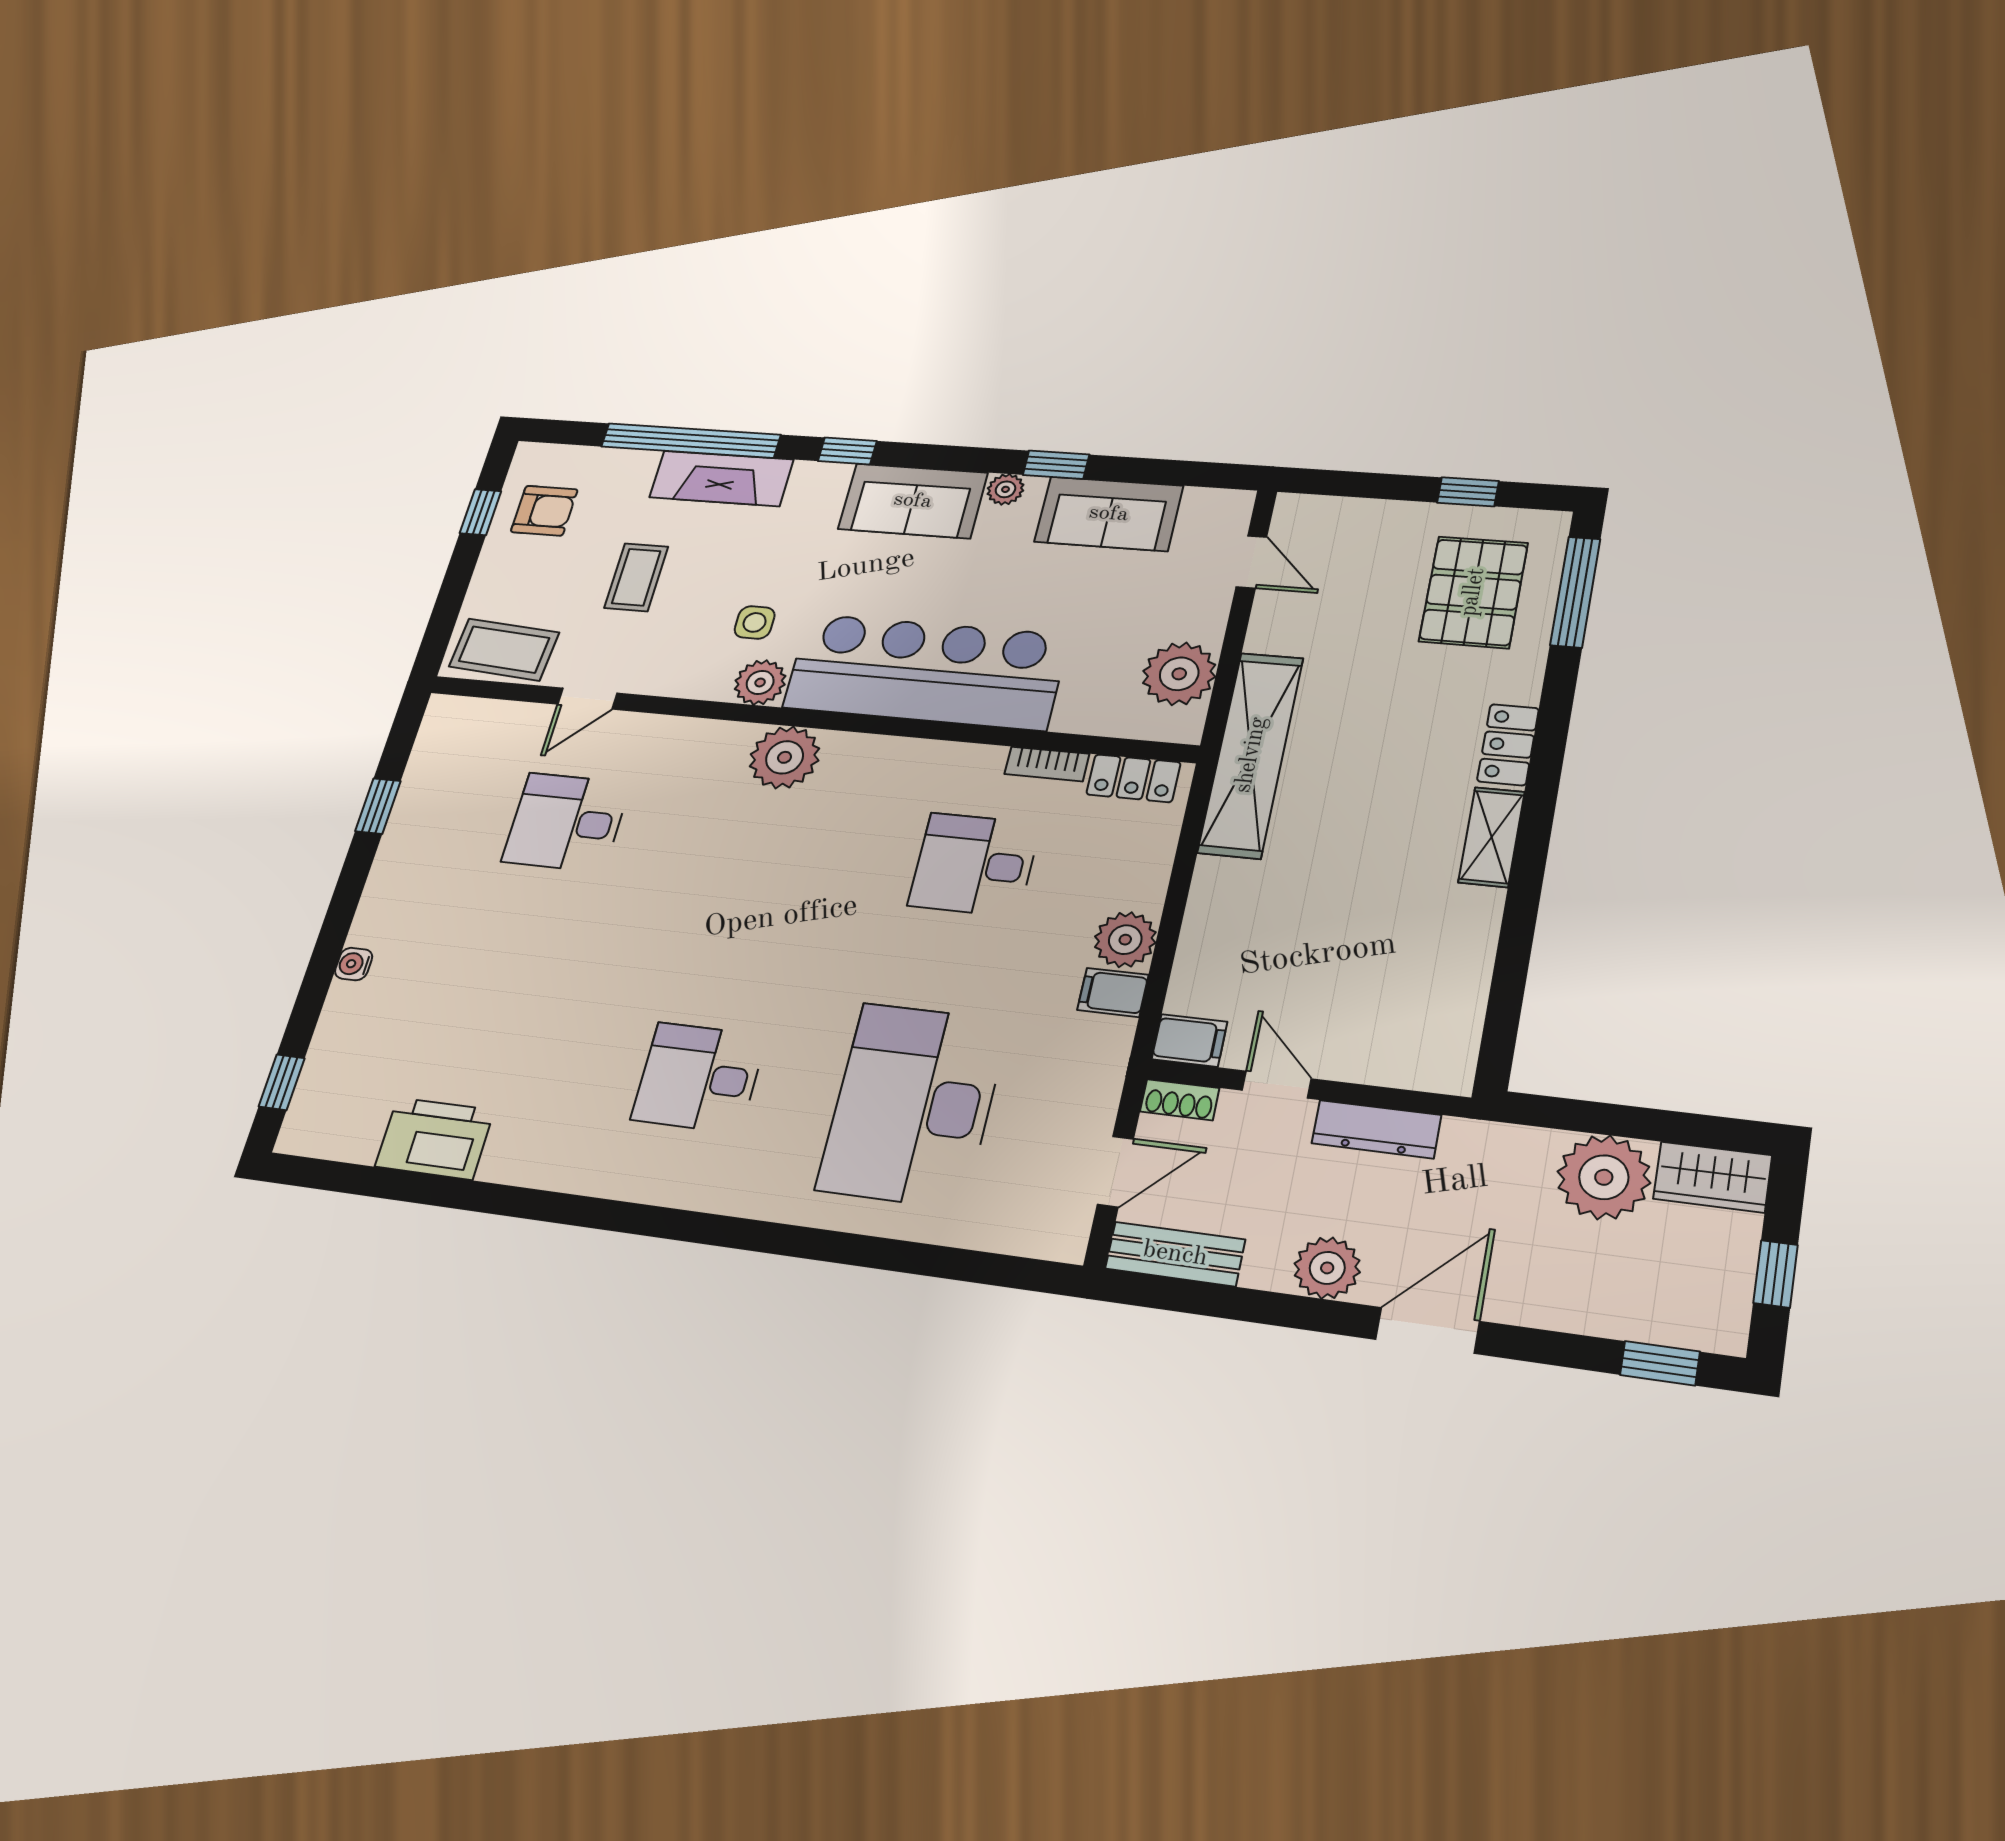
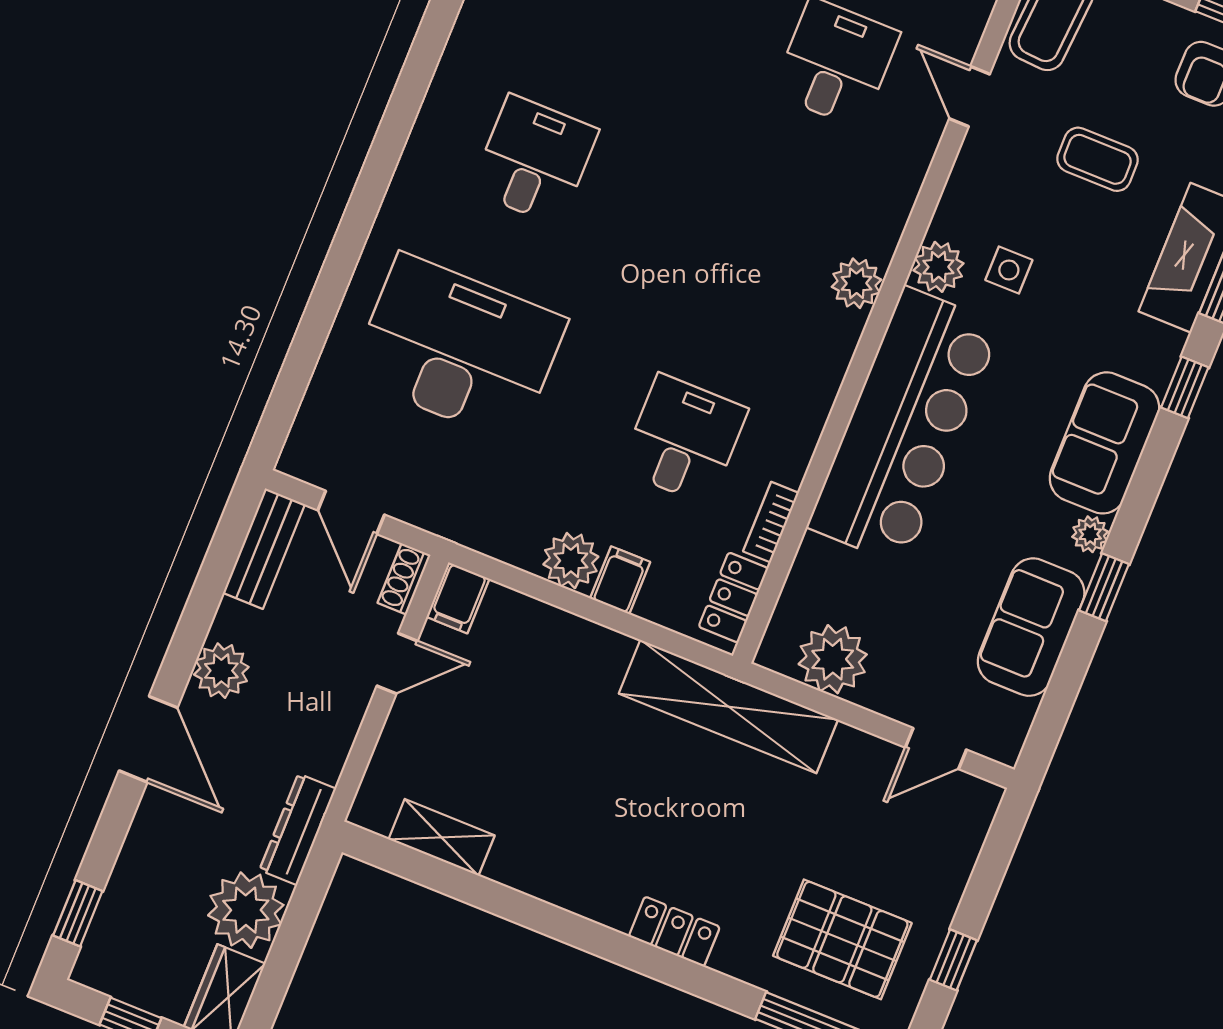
plant: (785, 757) -> (856, 283), width x0.73, depth x0.73
shelving: (1491, 837) -> (442, 837), moved
filing cabinet: (1113, 992) -> (620, 580), moved
dresser: (1376, 1129) -> (298, 829), moved

